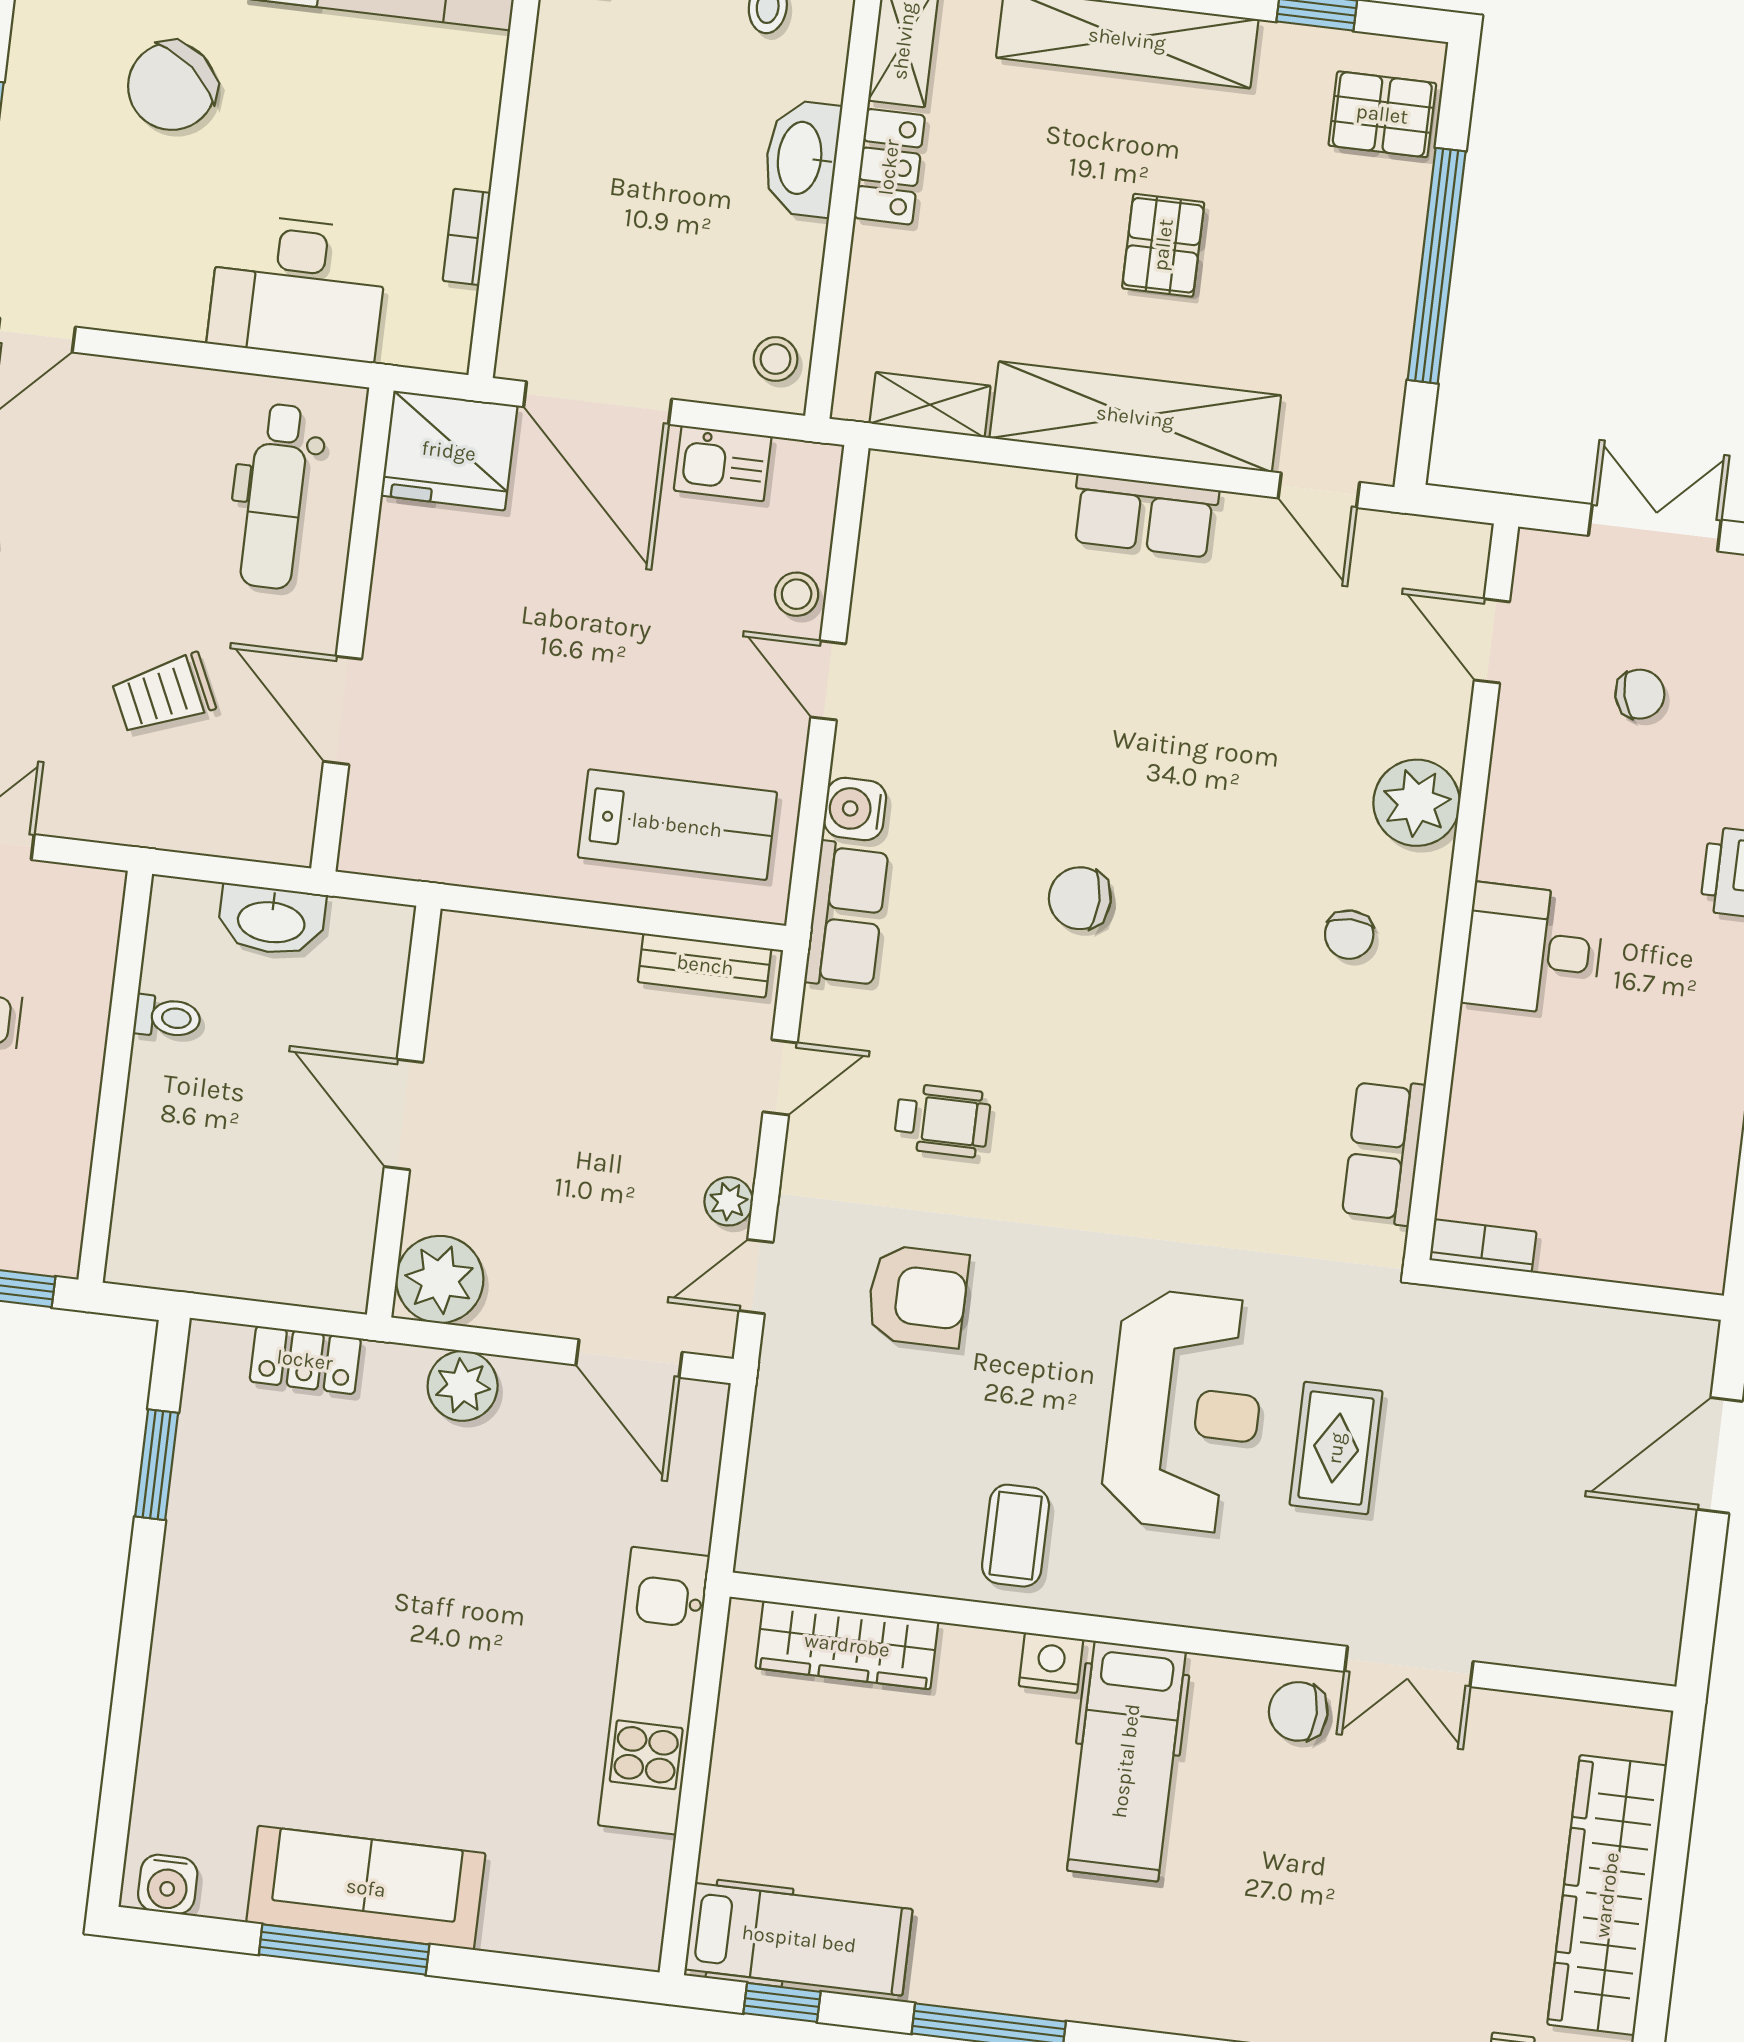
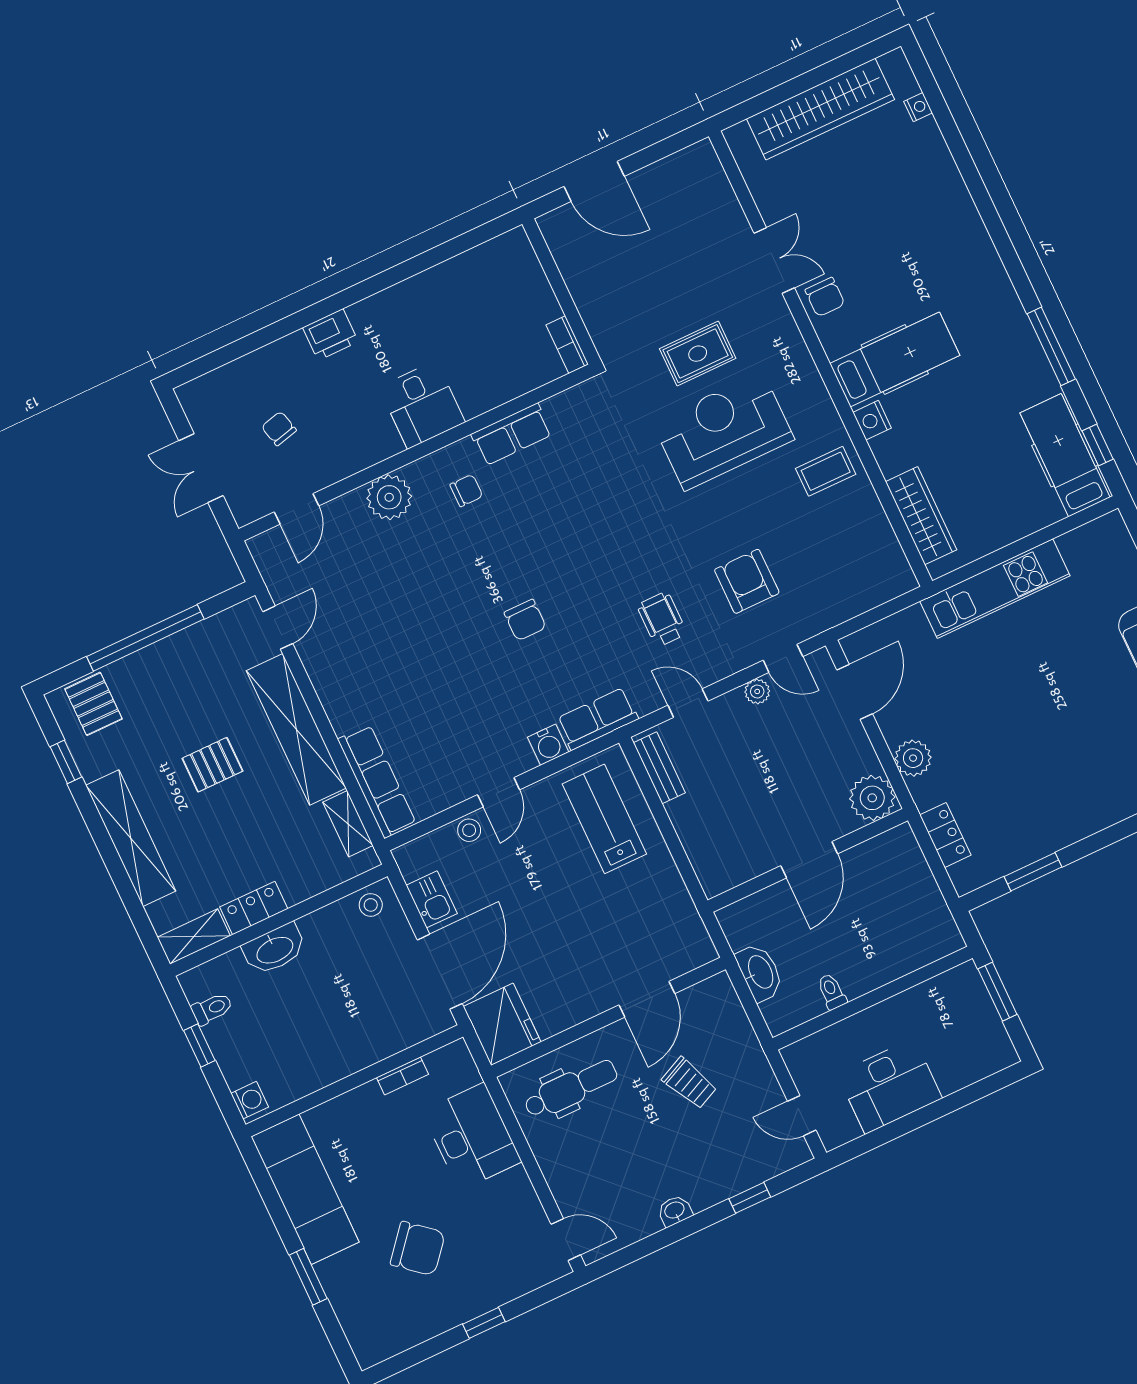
row of seats: (1144, 516) -> (377, 781), moved, width x1.48
row of seats: (1384, 1152) -> (512, 434), moved

